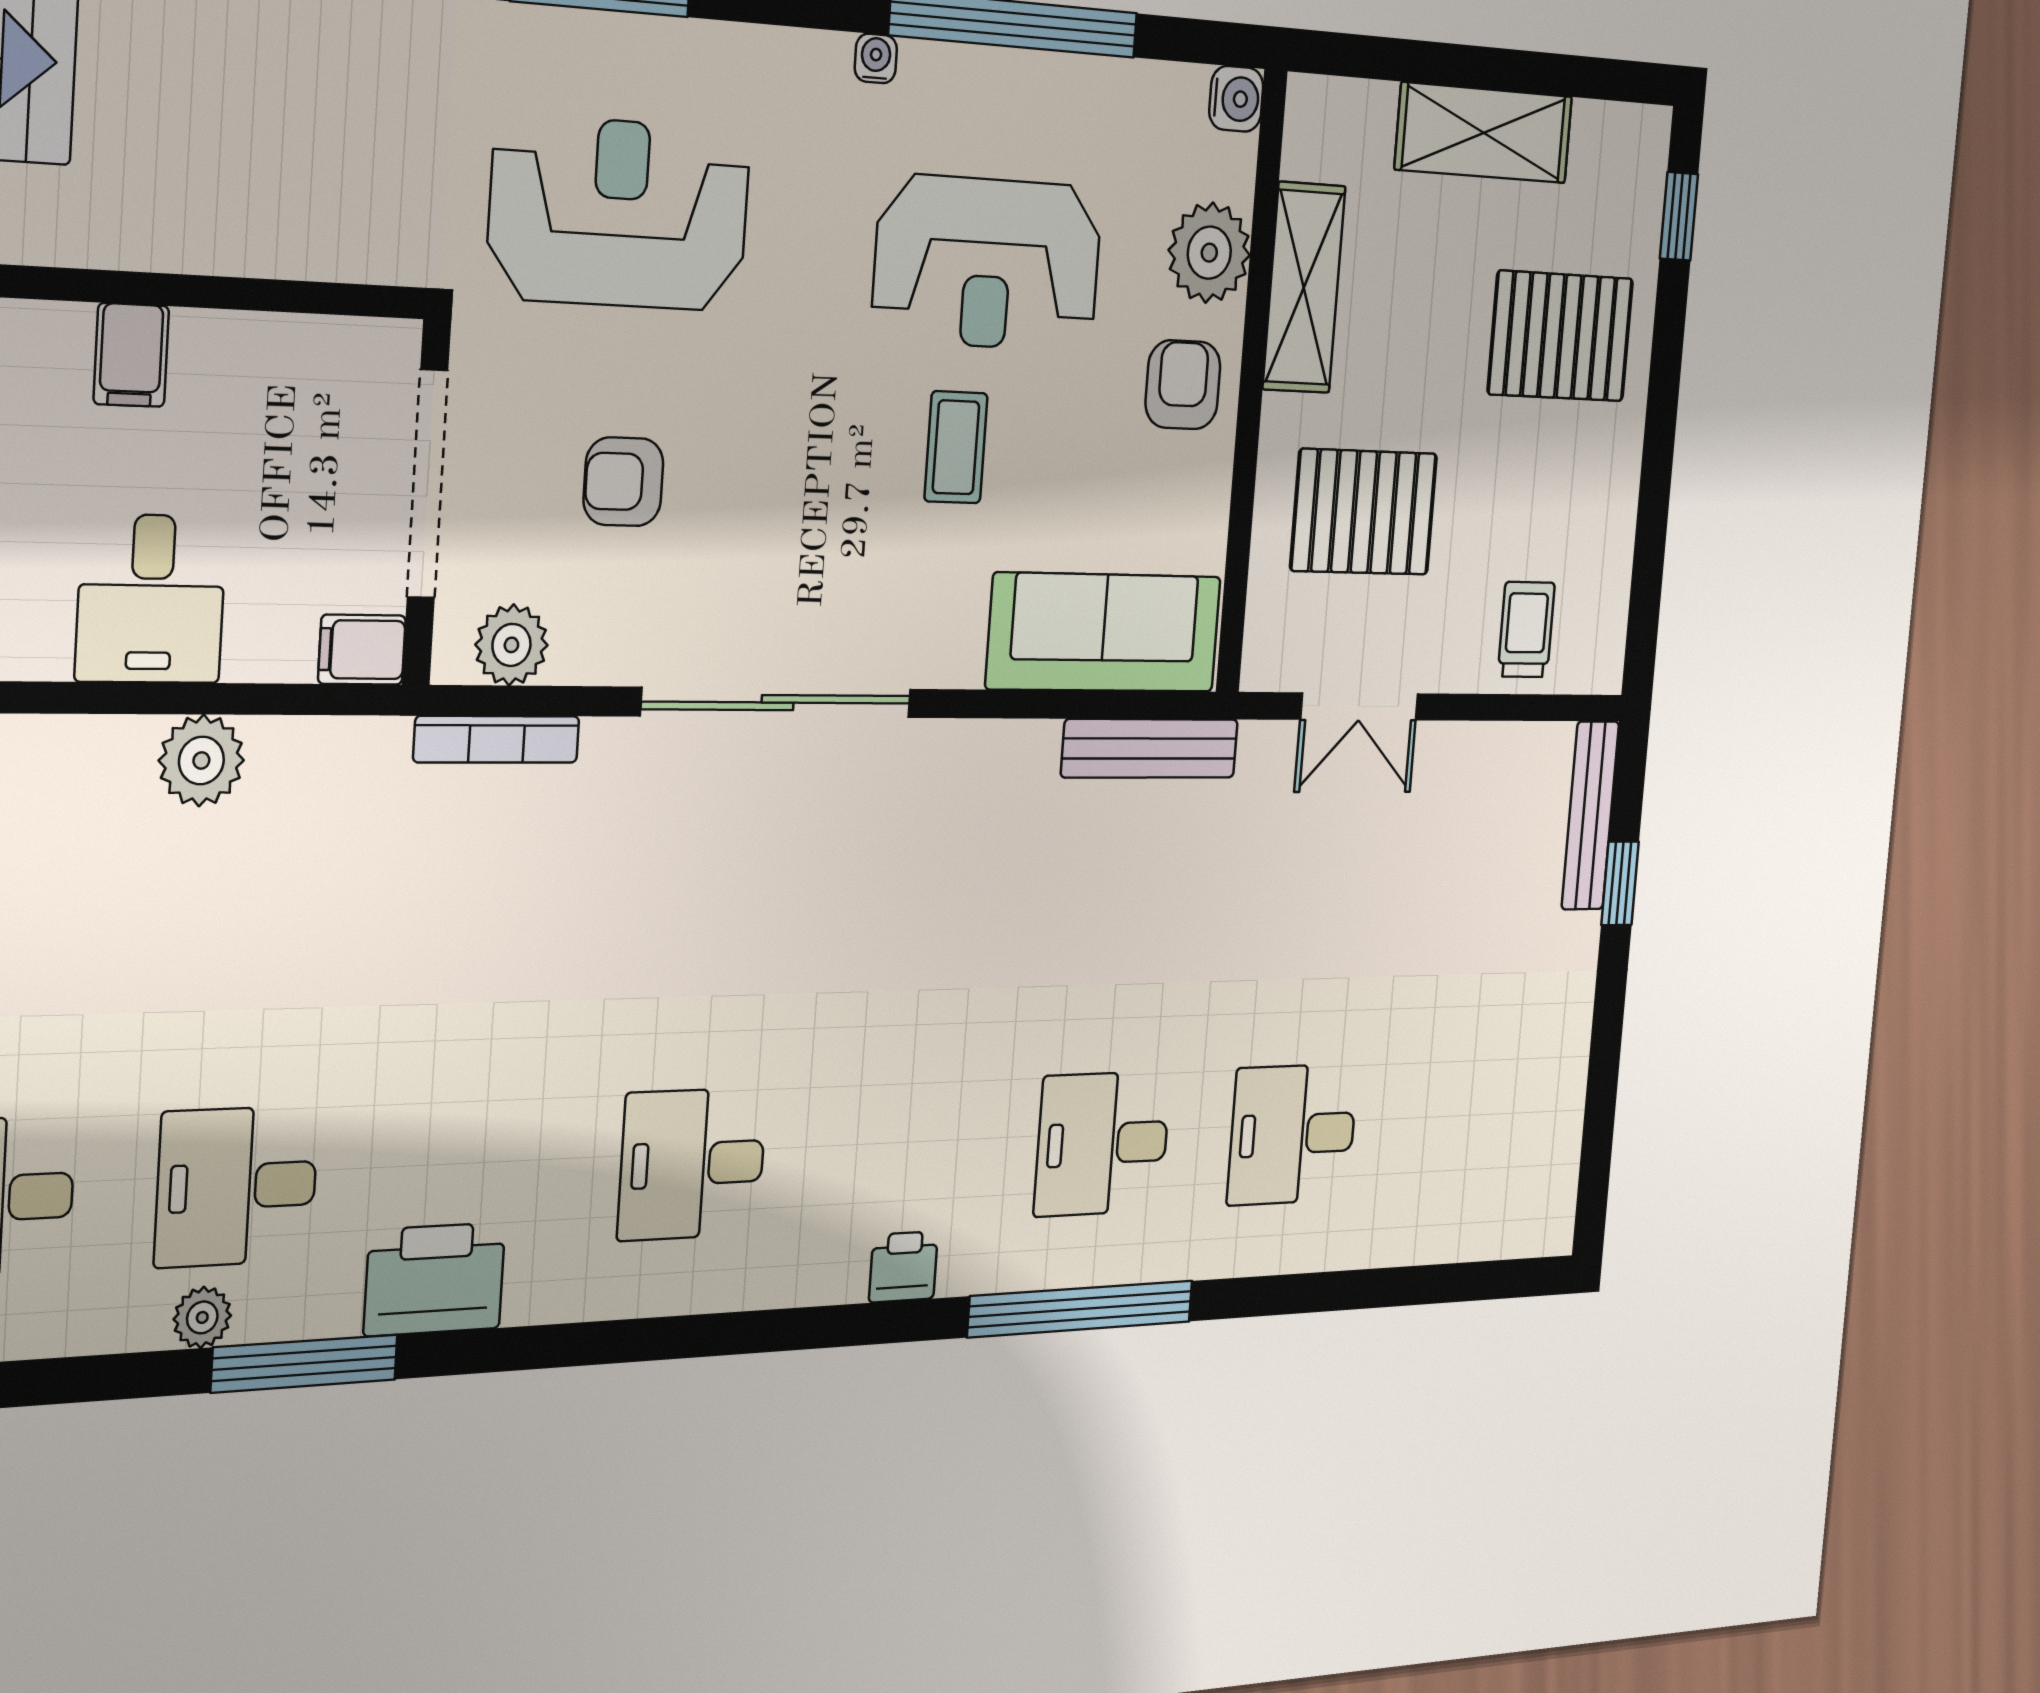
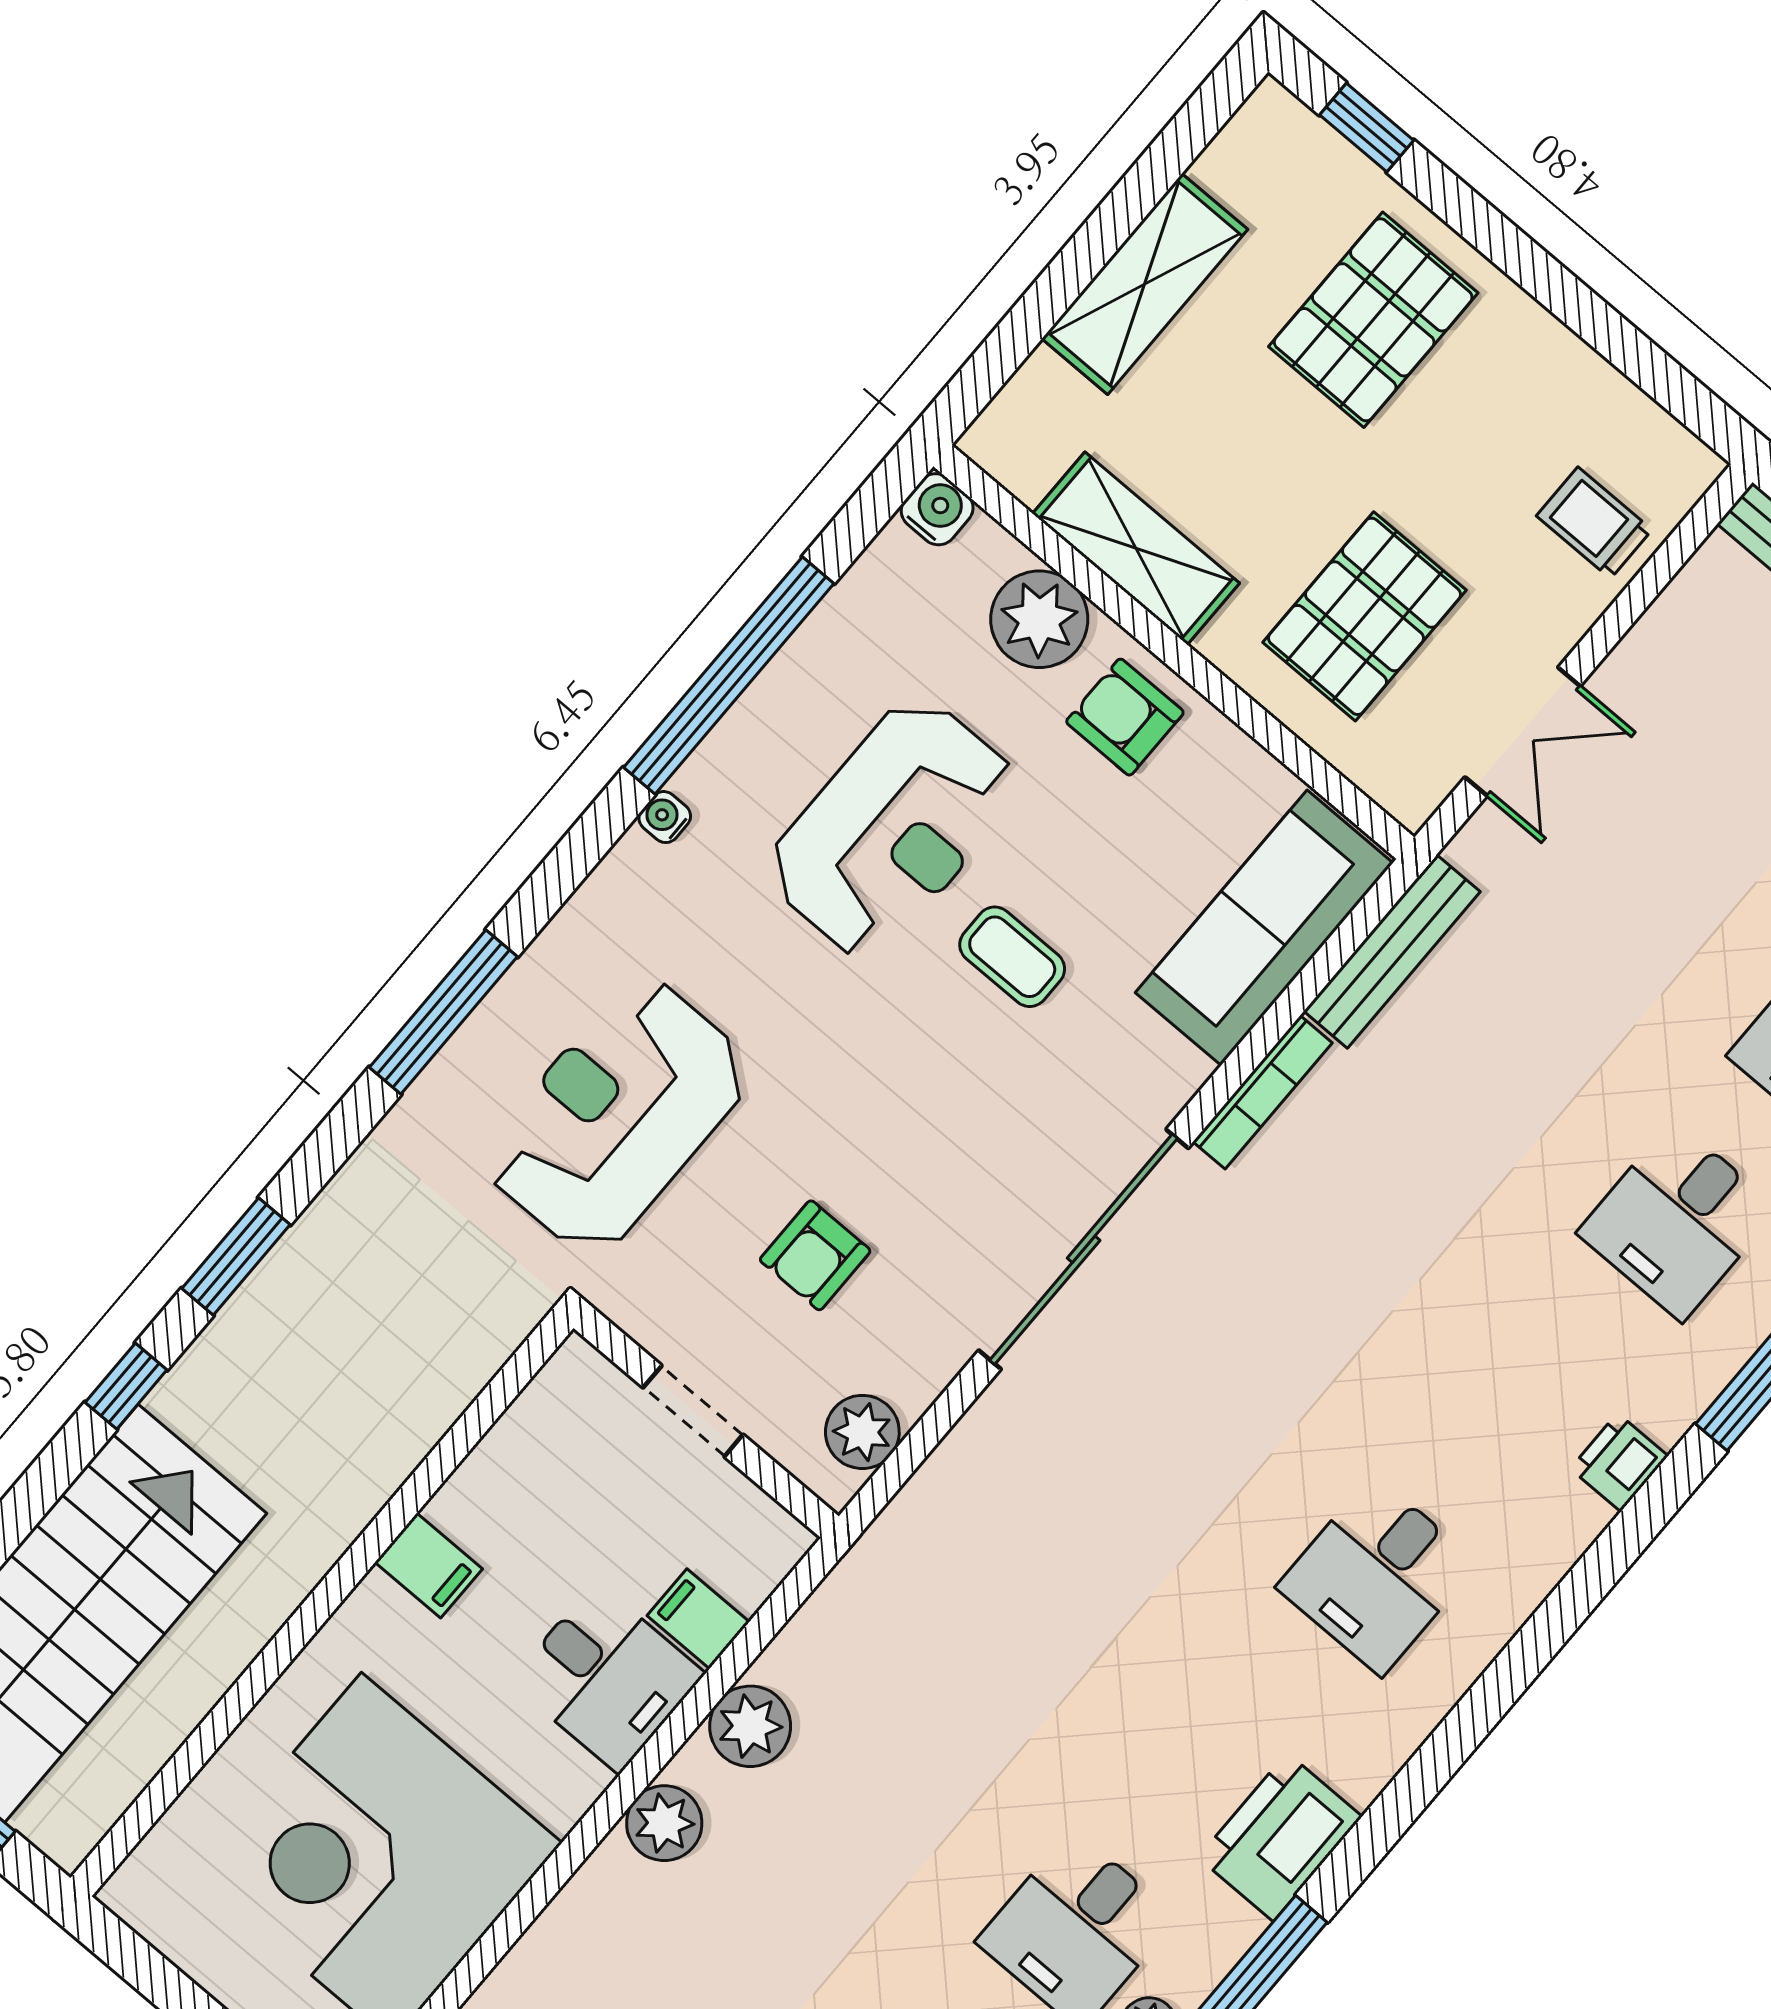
doorway: (428, 484) -> (693, 1411), width x0.53
filing cabinet: (362, 650) -> (698, 1619), moved, turned 90
bookcase: (497, 739) -> (1263, 1092), moved
plant: (63, 757) -> (664, 1823), added

